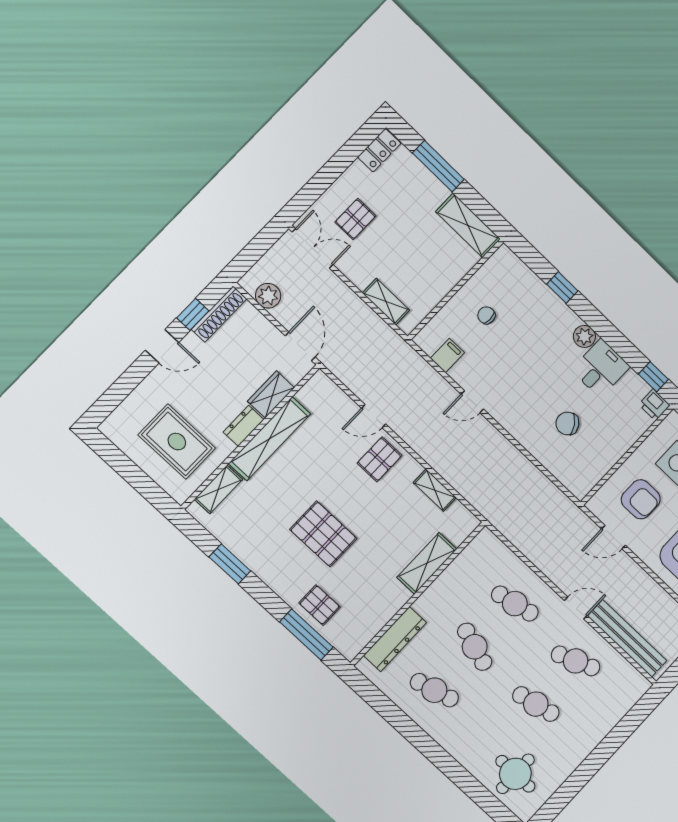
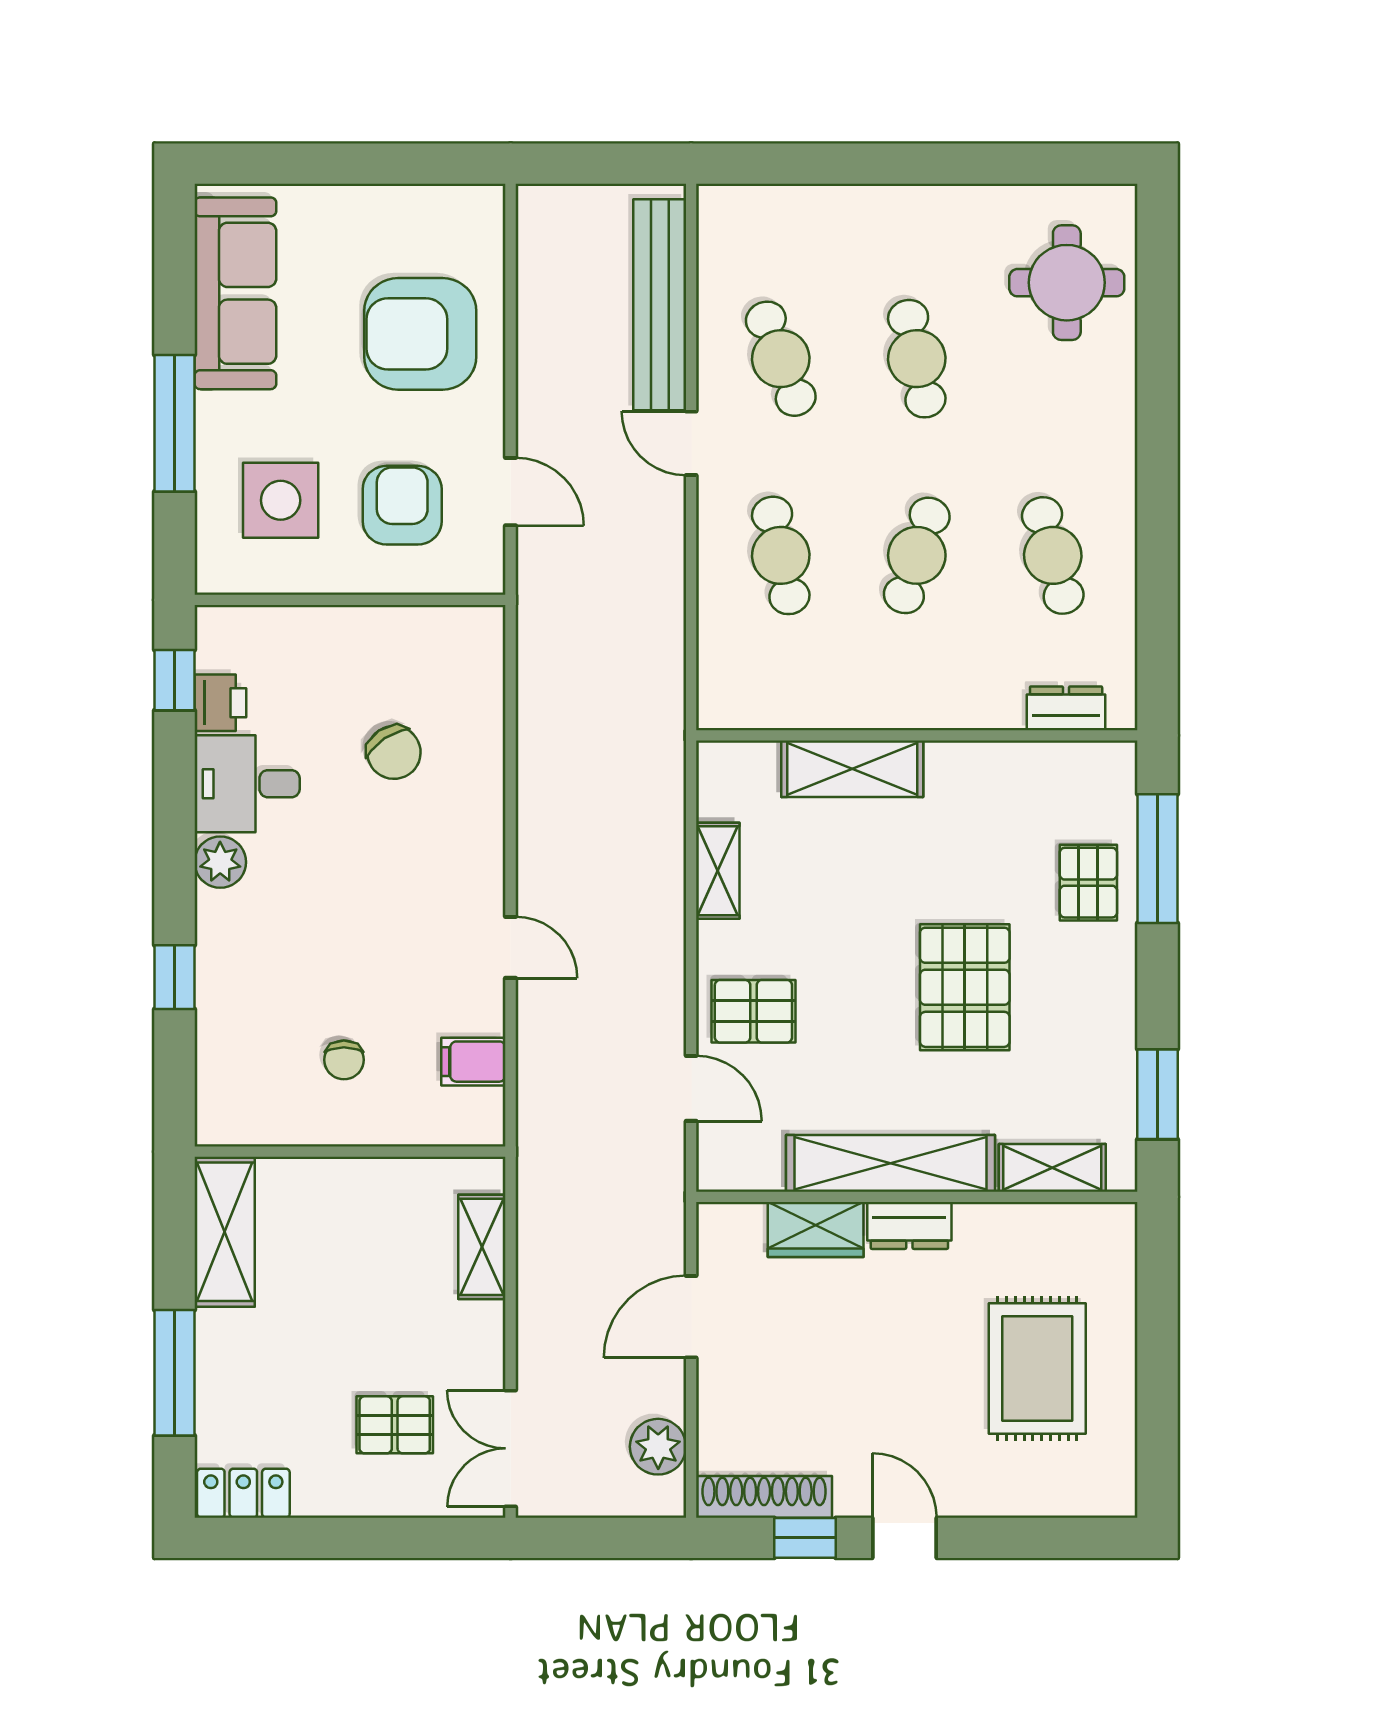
wardrobe: (271, 394) -> (816, 1230), moved
printer: (654, 405) -> (220, 703), moved
dresser: (244, 426) -> (909, 1225), moved
wall: (251, 437) -> (917, 1197), moved
shelving: (270, 439) -> (891, 1163), moved
shelving: (218, 489) -> (1052, 1168), moved
dresser: (395, 639) -> (1066, 708), width x0.51, depth x0.80

